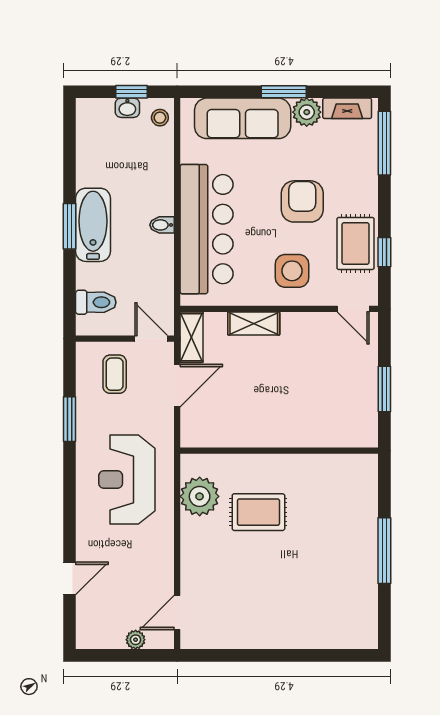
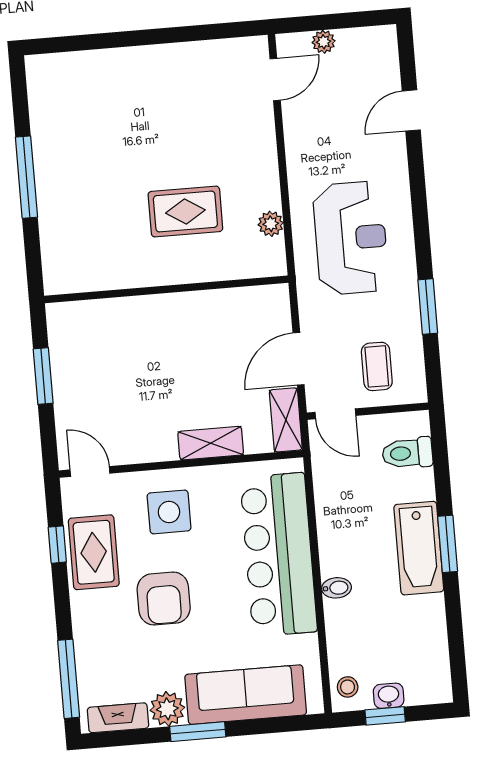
bidet: (162, 225) -> (337, 588), moved
plant: (200, 496) -> (271, 224), width x0.53, depth x0.53

